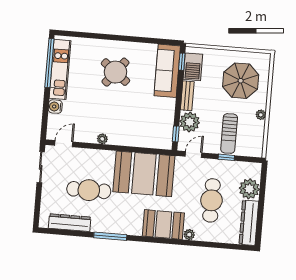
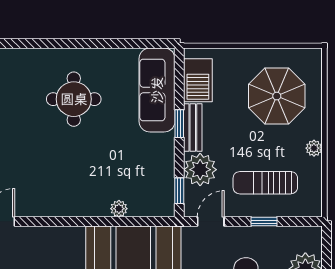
window: (182, 62) -> (179, 124), moved
round table: (115, 72) -> (74, 99), turned -38
sun lounger: (229, 133) -> (265, 183), turned 90
plant: (102, 139) -> (119, 209), moved

